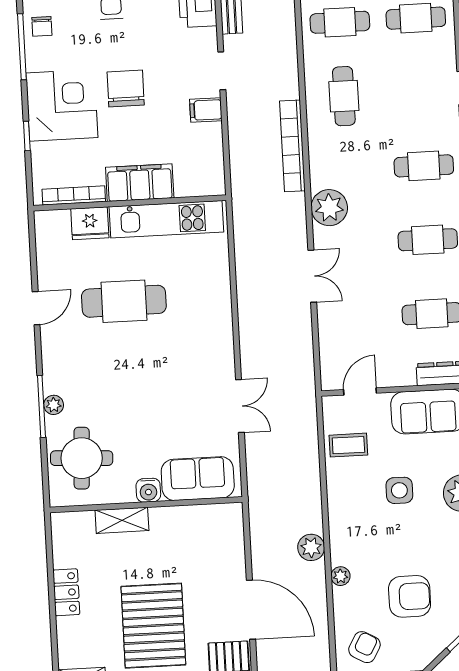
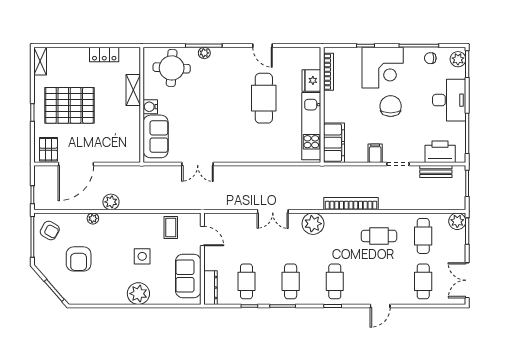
chair: (126, 88) -> (391, 106), turned -90
filing cabinet: (140, 183) -> (334, 143), moved
locker: (66, 592) -> (104, 54), moved

